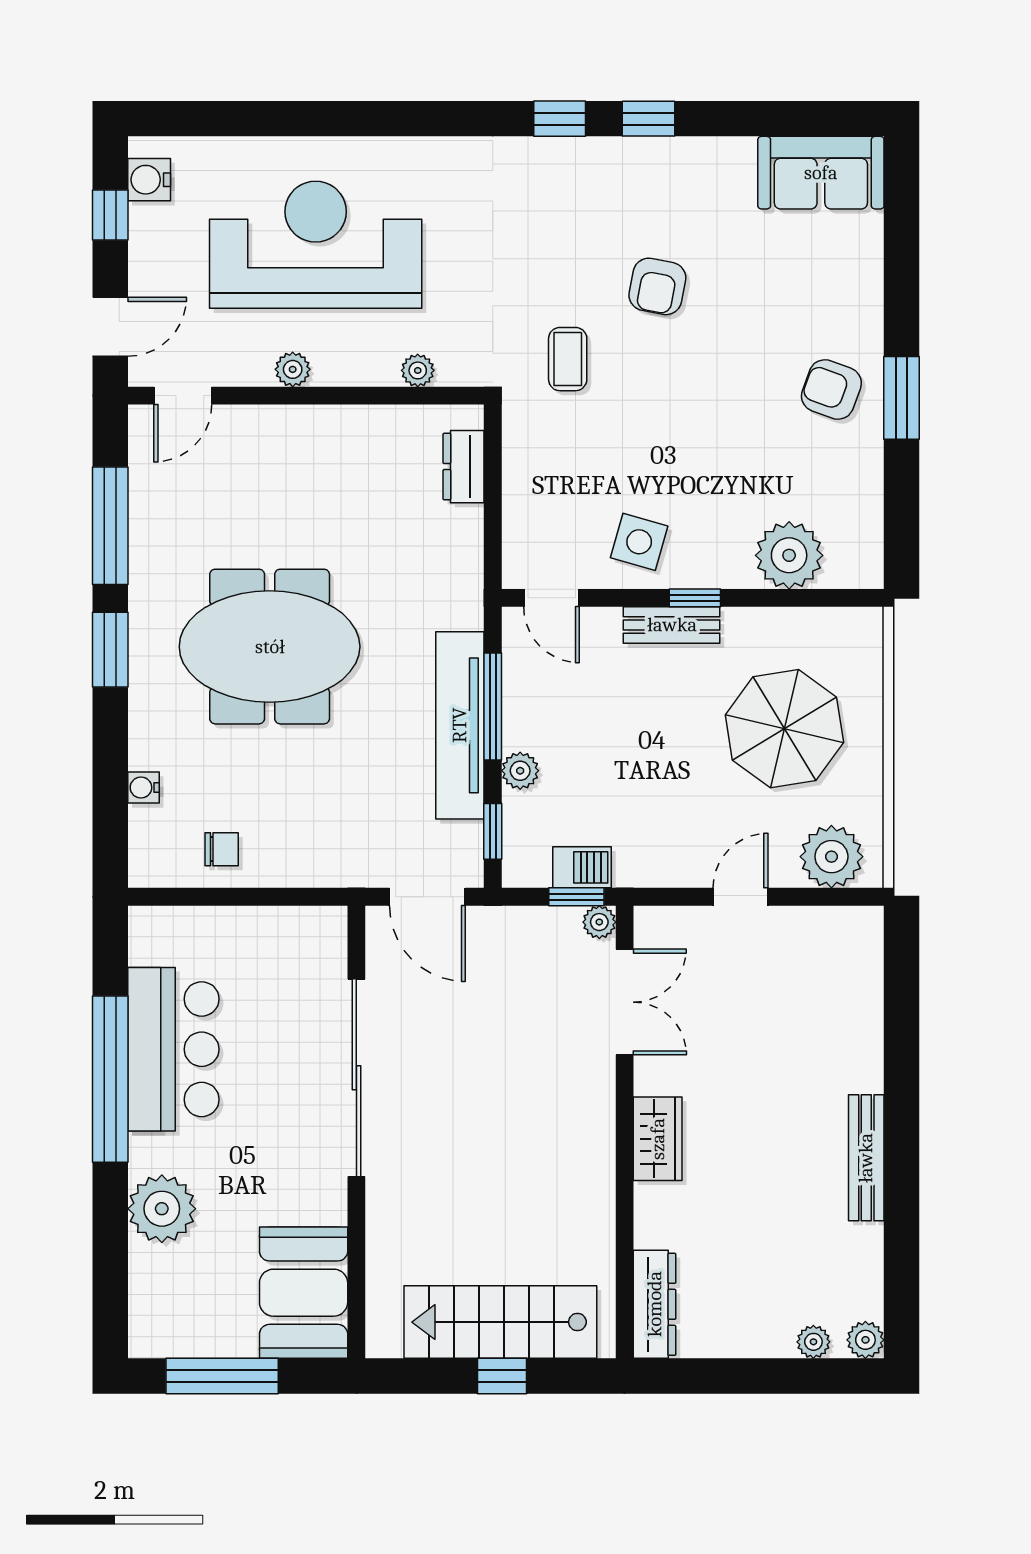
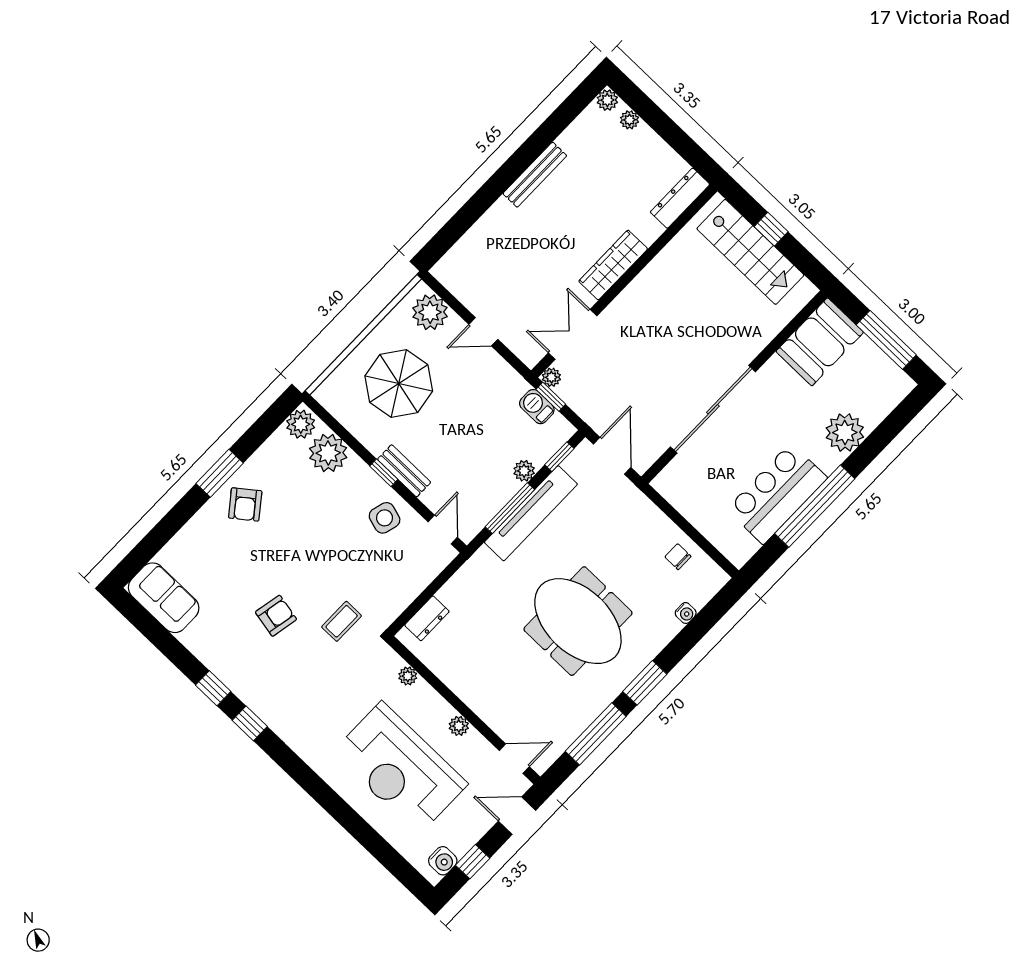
armchair: (831, 390) -> (245, 504), turned 32
plant: (859, 558) -> (301, 424), added
wardrobe: (658, 1139) -> (613, 265), width x1.50

